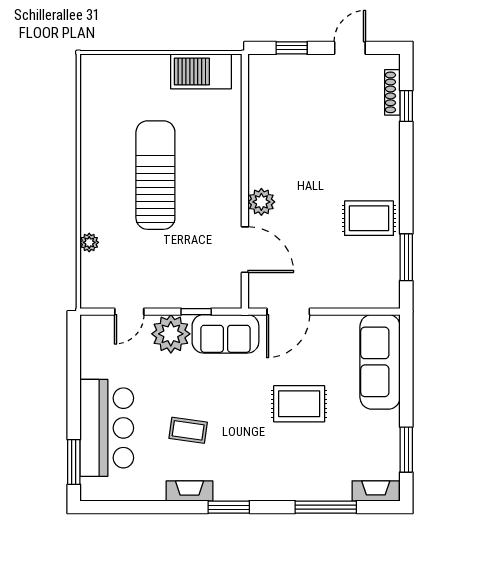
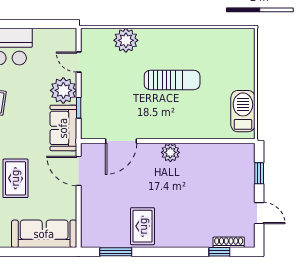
sun lounger: (155, 175) -> (172, 80), width x0.73, depth x0.75
plant: (261, 202) -> (170, 152), moved
plant: (89, 242) -> (126, 40), width x1.88, depth x1.88

